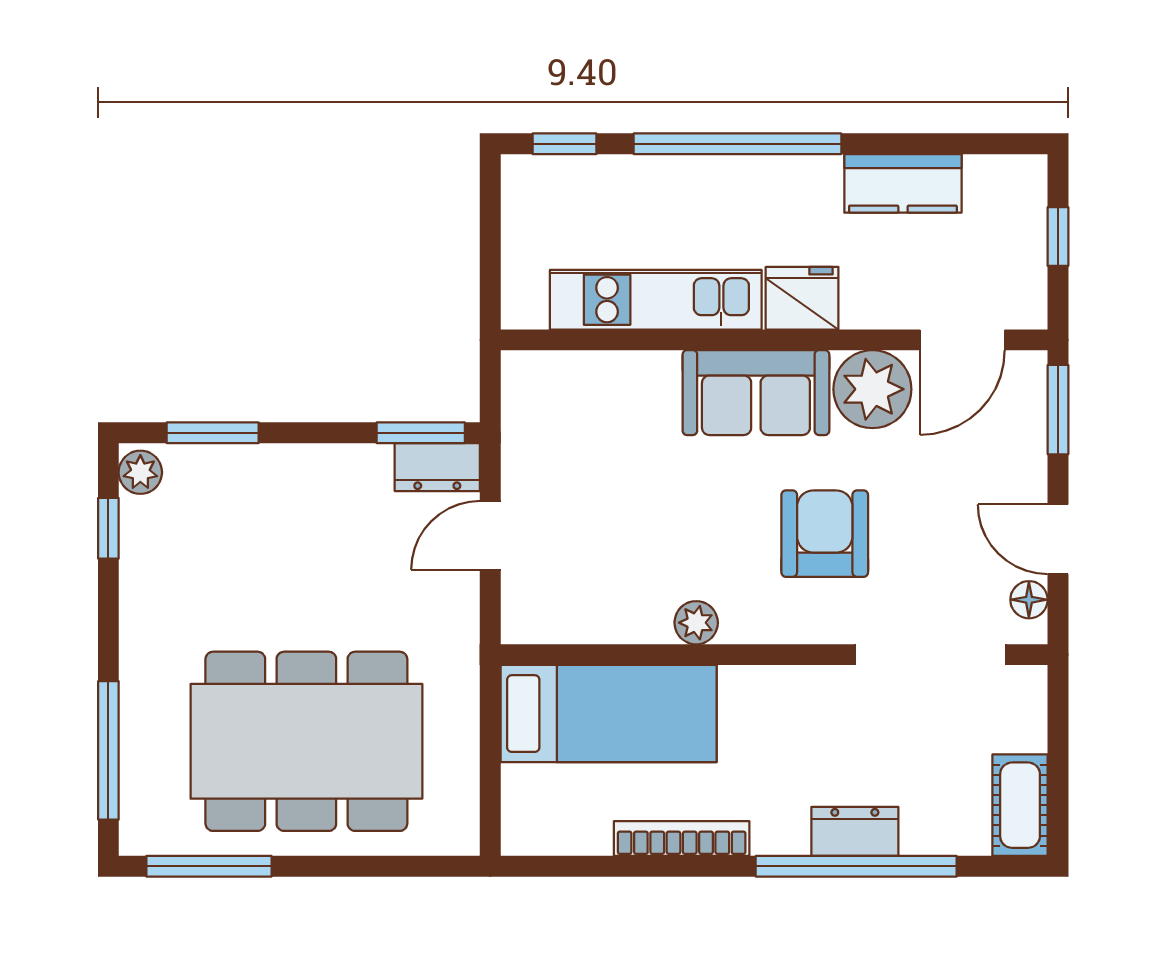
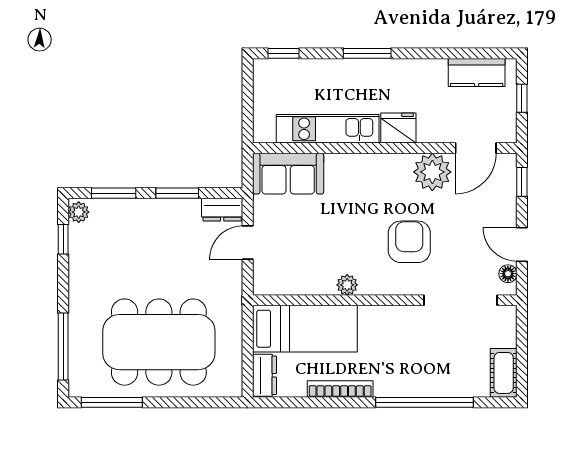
window: (737, 144) -> (367, 53), width x0.47
kitchen counter: (903, 183) -> (477, 73), moved
sofa: (756, 393) -> (288, 174), moved
window: (1058, 410) -> (522, 182), width x0.67
window: (421, 433) -> (177, 193), moved
dresser: (855, 831) -> (265, 375), moved, turned 90

